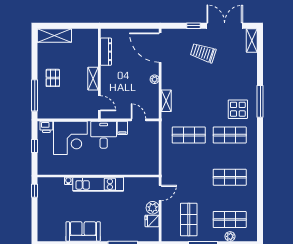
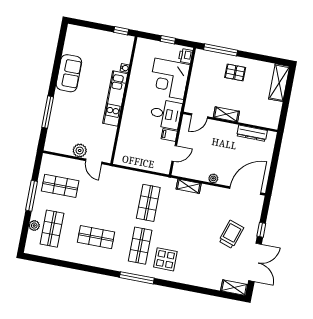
window: (260, 101) -> (137, 278), moved
shop shelf: (230, 177) -> (96, 237), turned 90
fridge: (152, 221) -> (66, 147), removed

